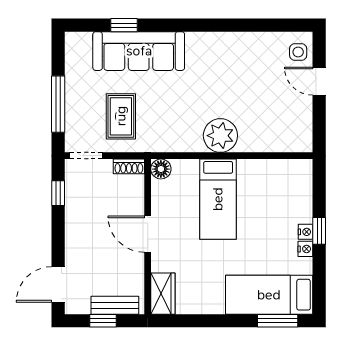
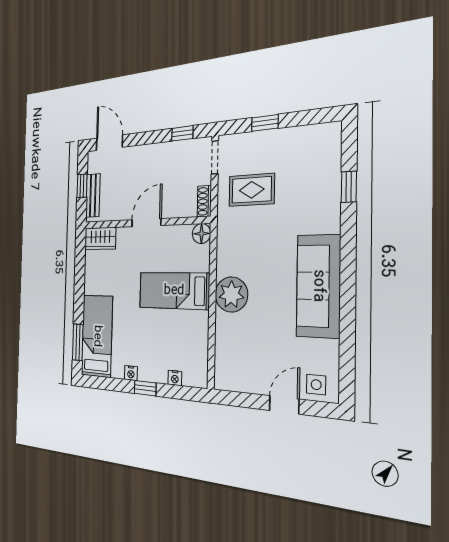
sofa: (139, 51) -> (318, 286), moved
window: (58, 104) -> (265, 123), width x0.46
nightstand: (305, 232) -> (175, 378), moved

